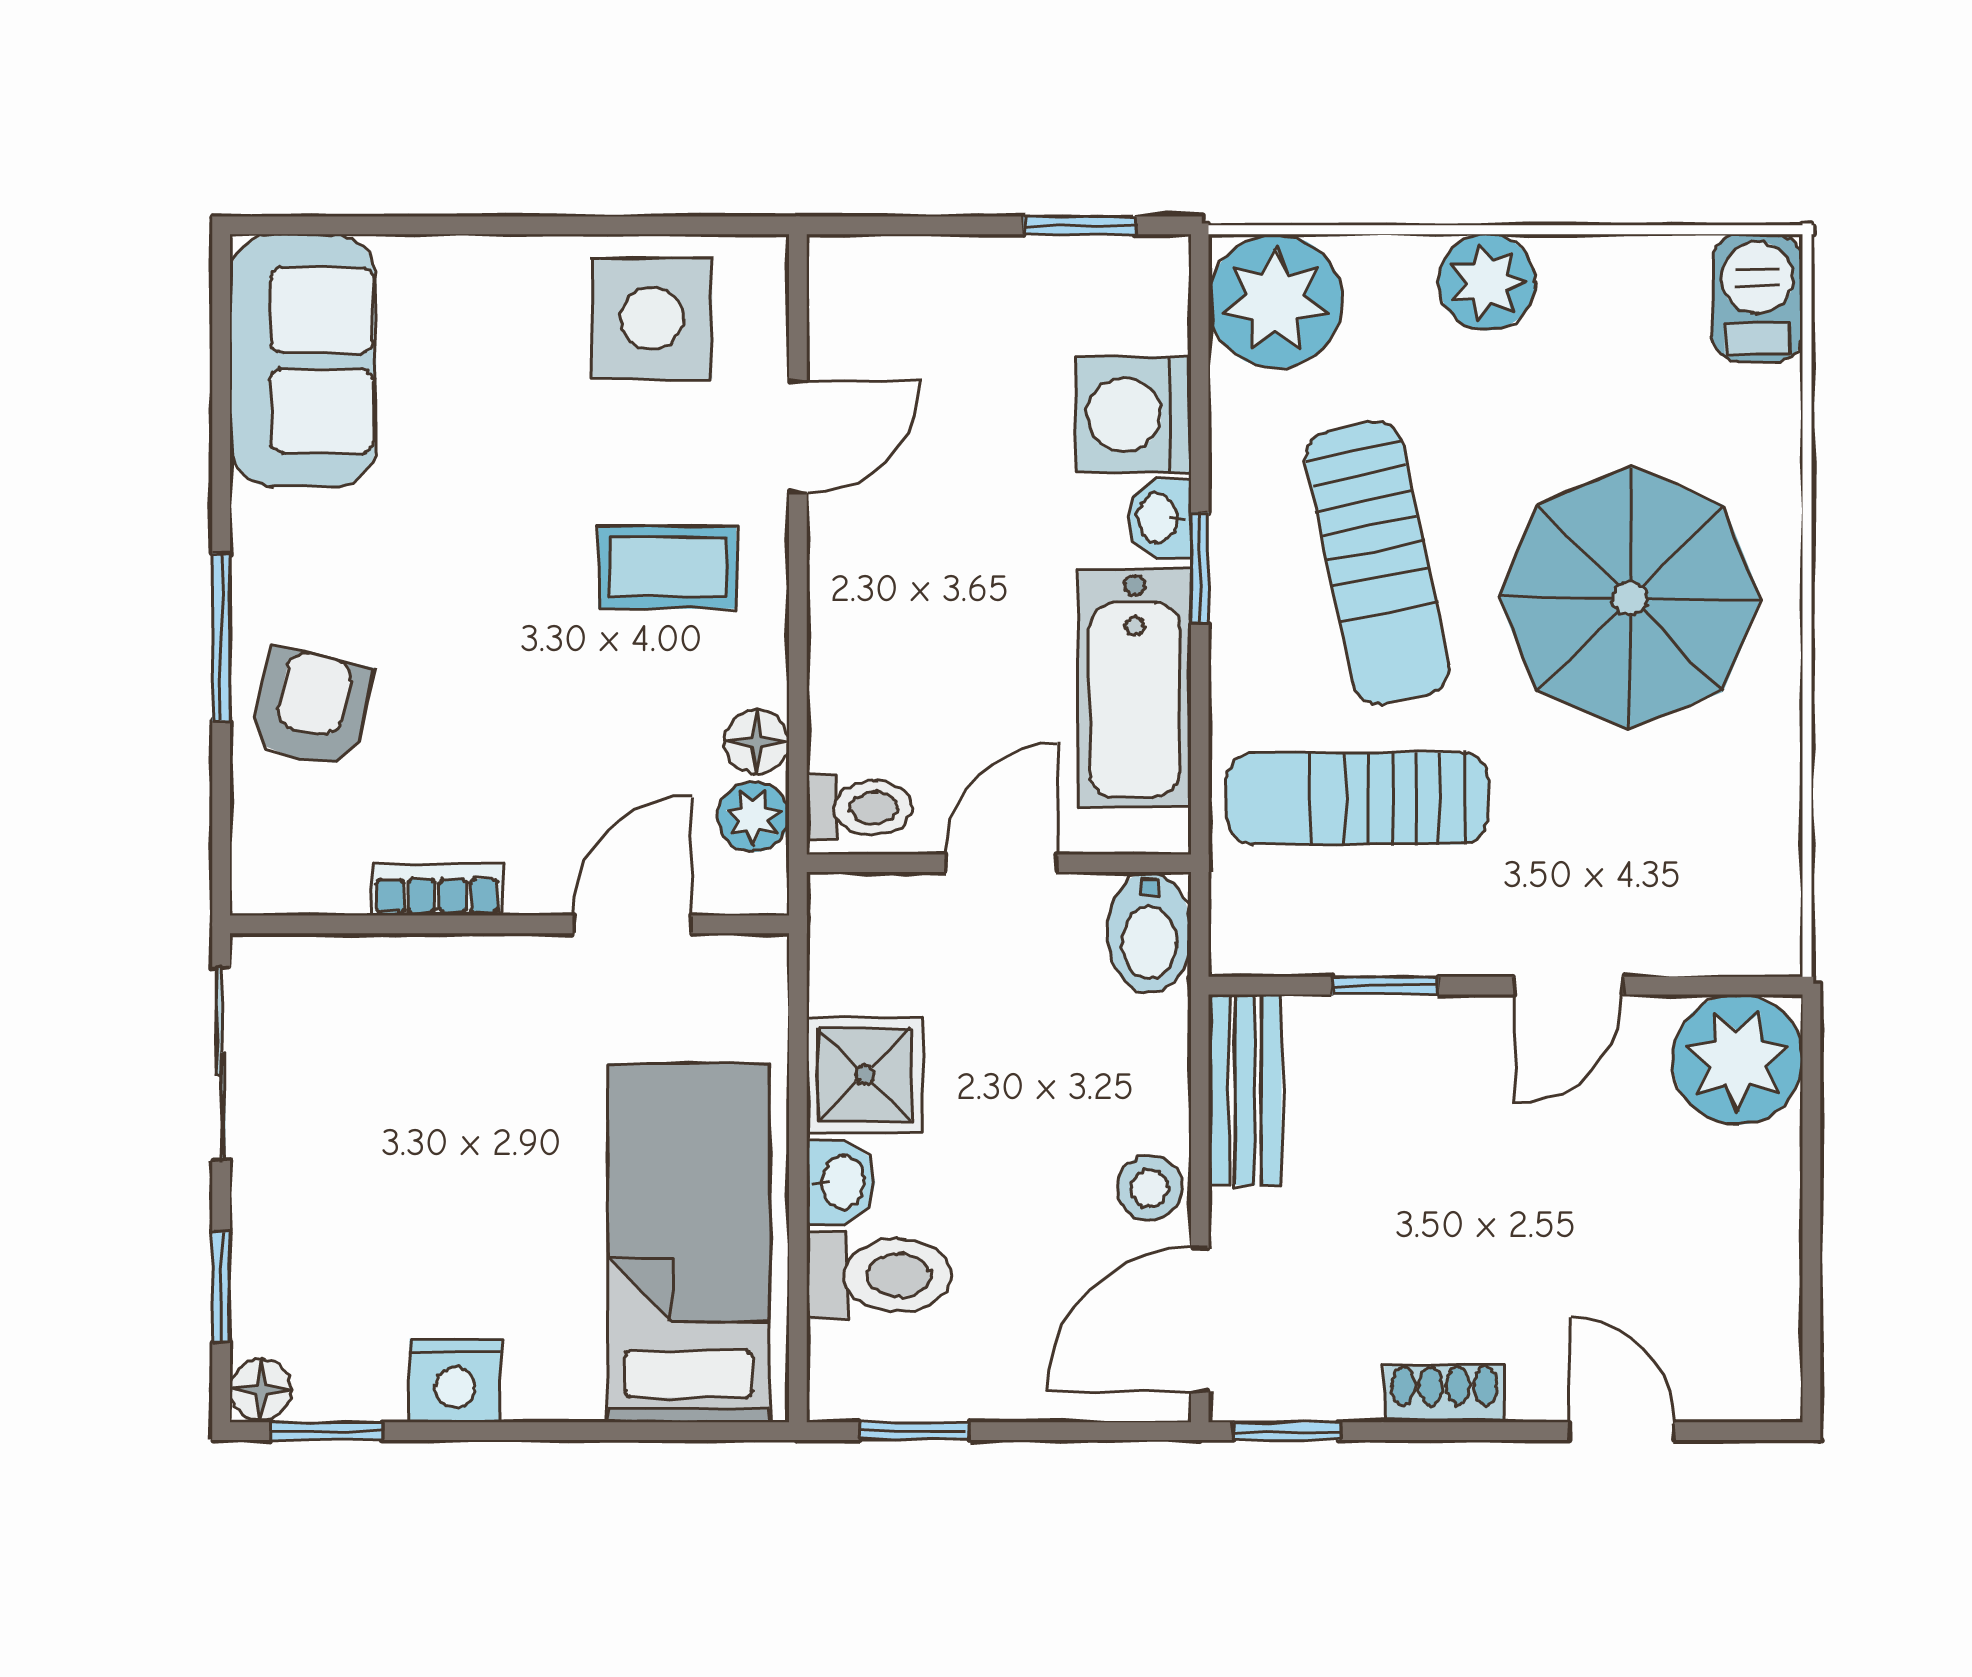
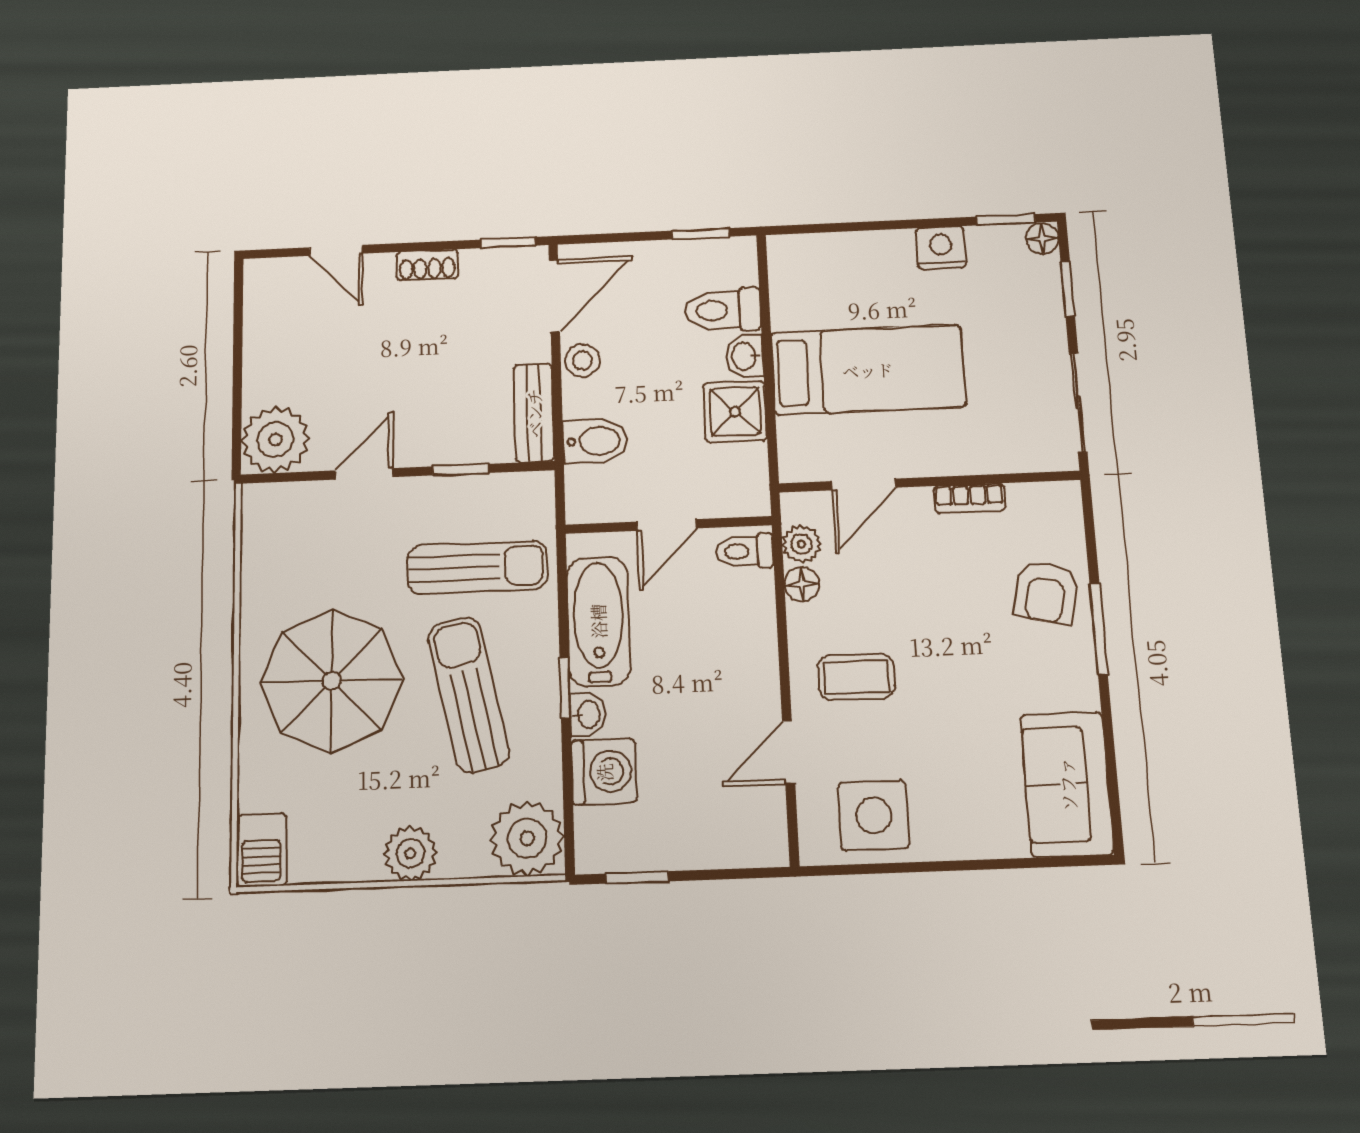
bidet: (1149, 933) -> (595, 441), moved, turned 90
bed: (689, 1243) -> (868, 370), moved, turned -90

